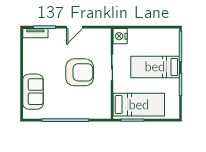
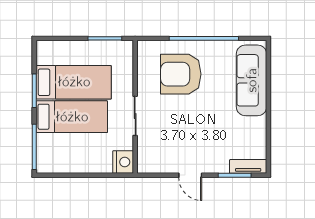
door: (75, 27) -> (190, 175), swing flipped
armchair: (80, 72) -> (181, 74), moved
sofa: (33, 92) -> (252, 80), width x1.36
bed: (139, 105) -> (74, 82), moved, turned 180

